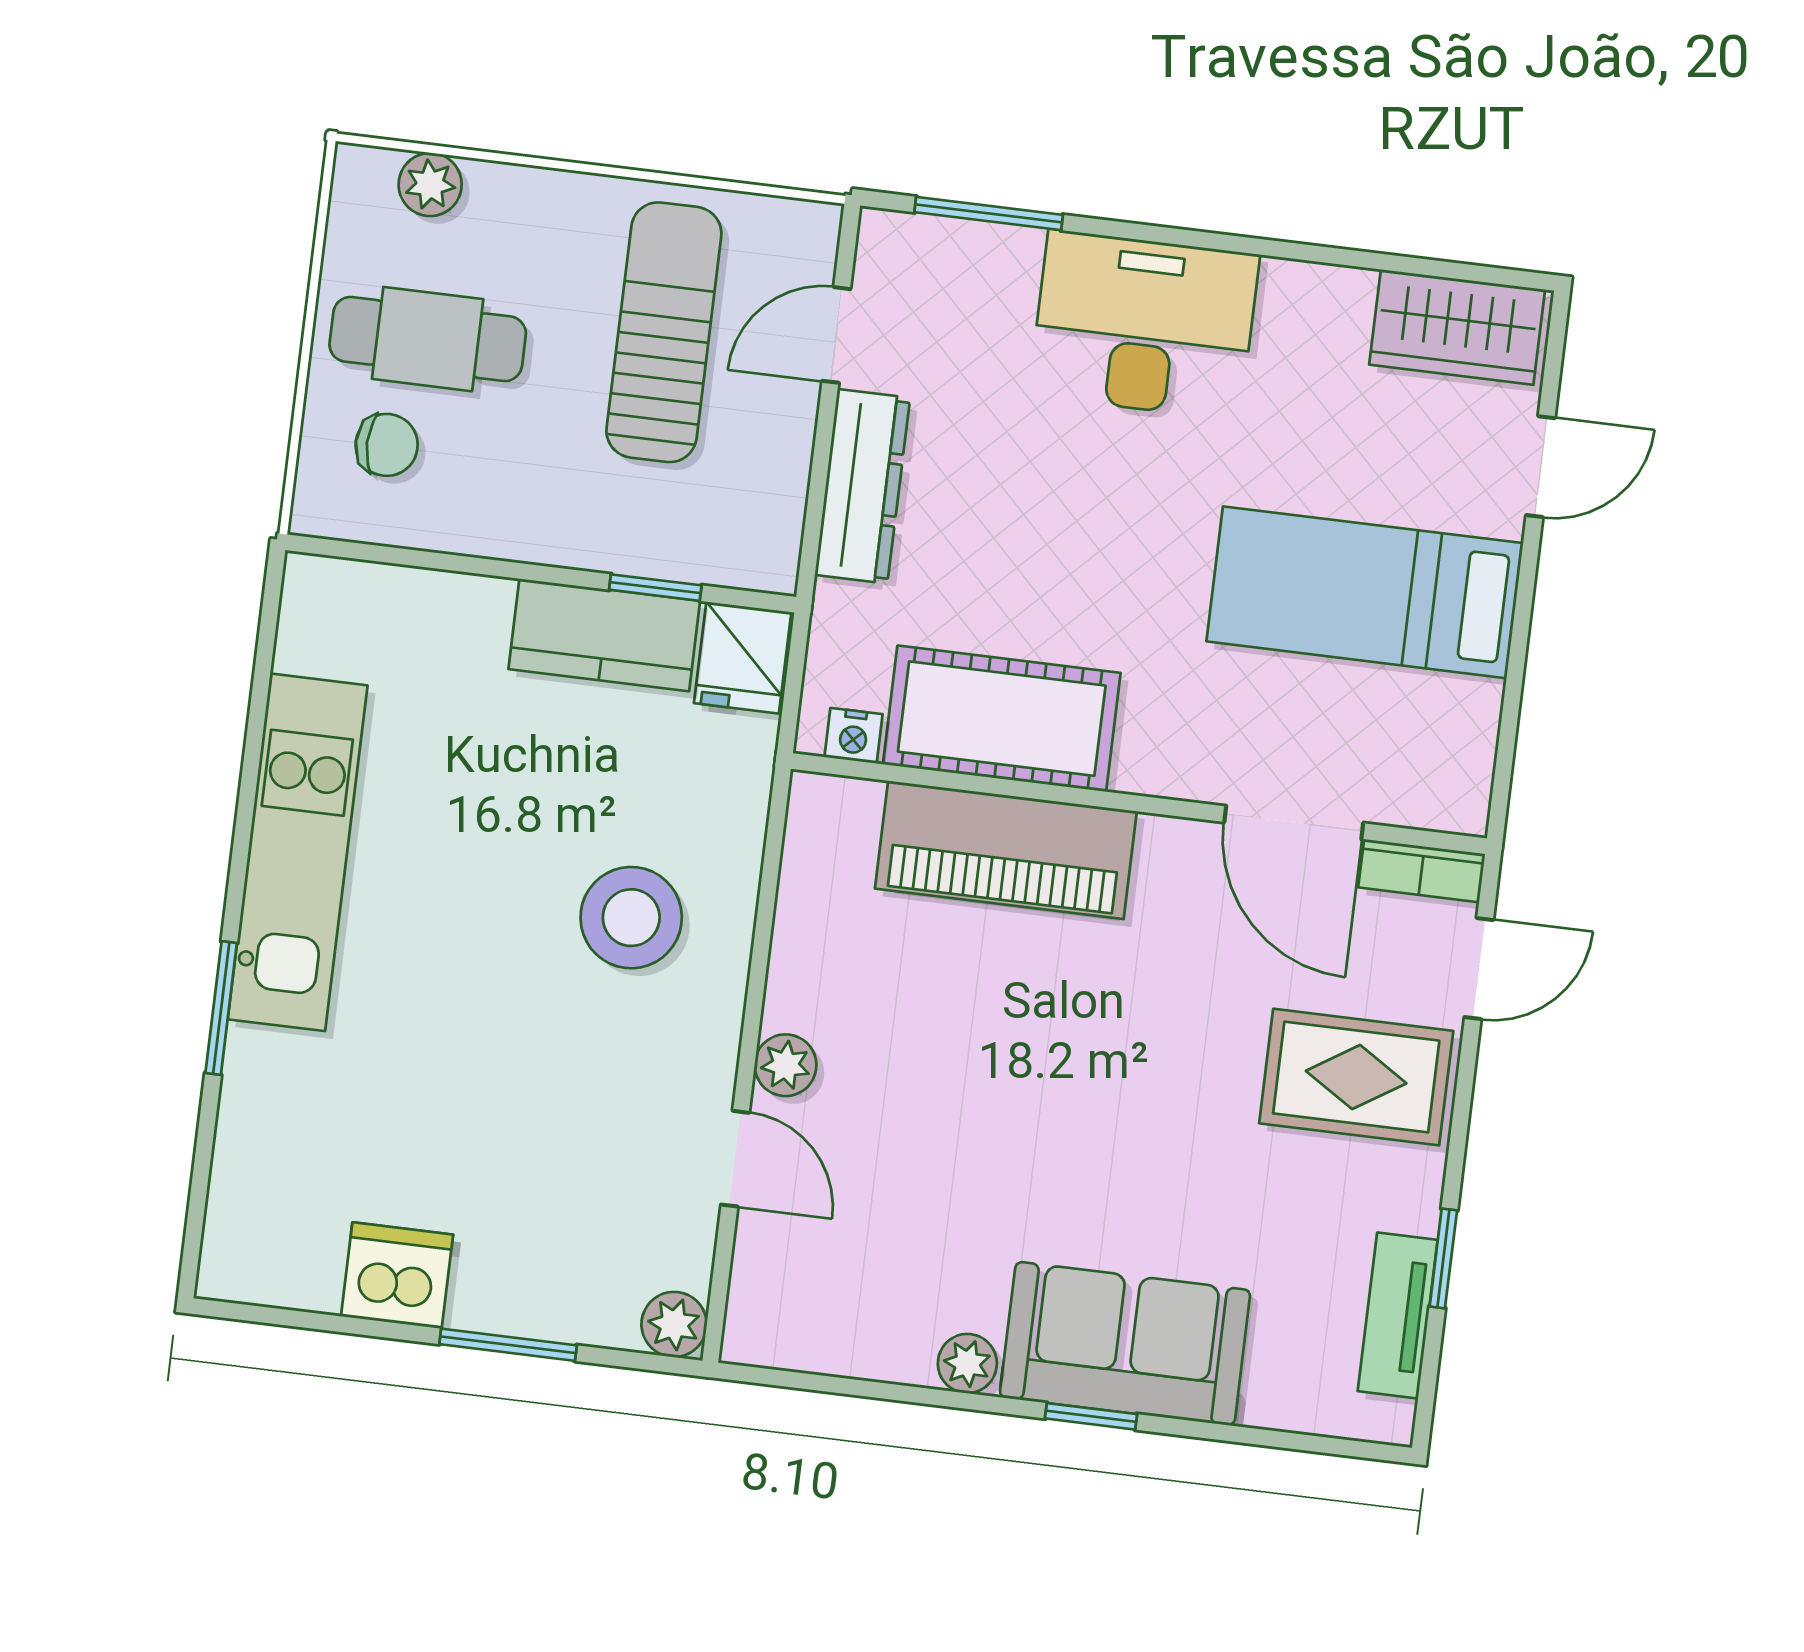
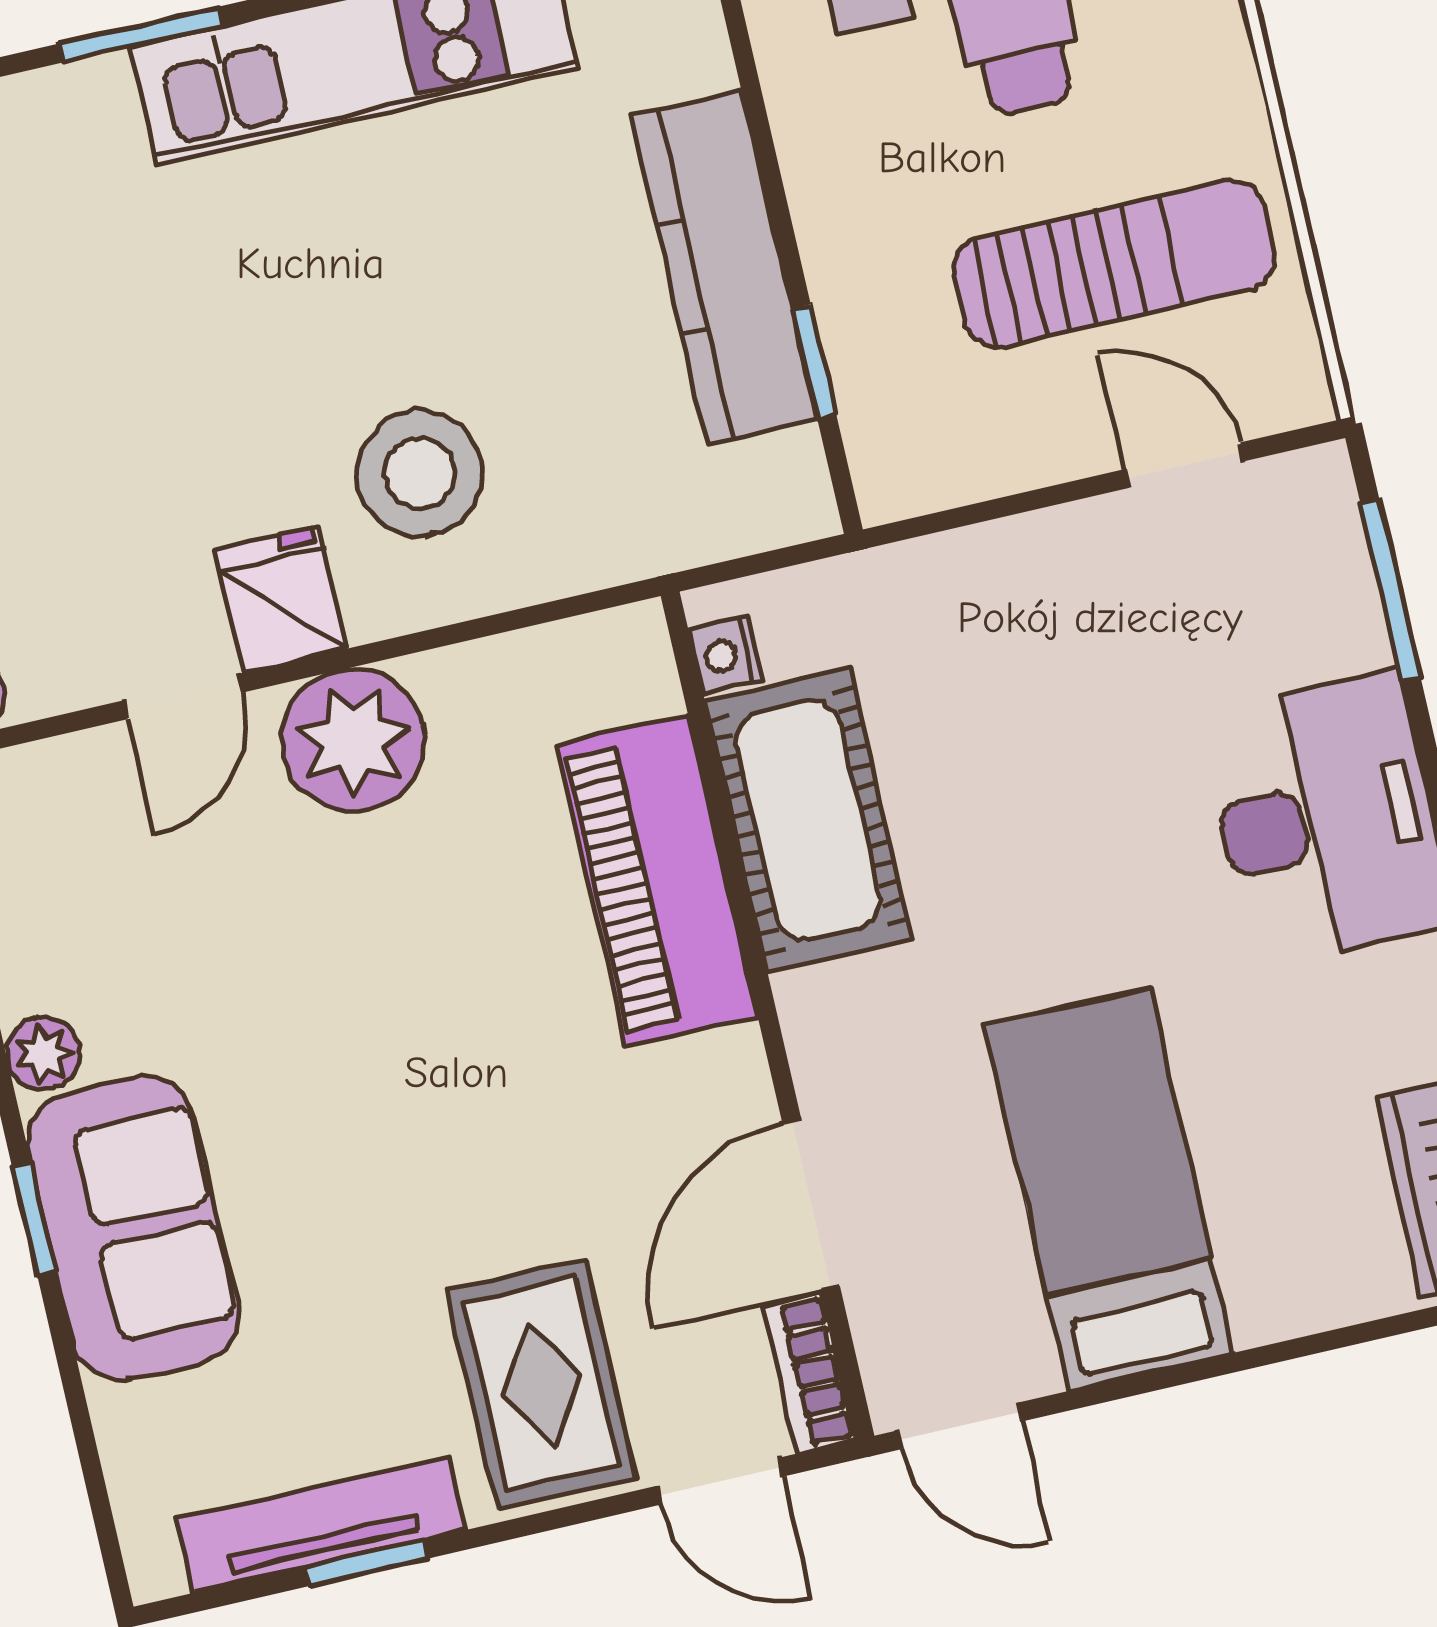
door: (1541, 467) -> (960, 1426), moved
dresser: (862, 486) -> (1020, 560), removed
kitchen counter: (604, 635) -> (725, 267), width x1.50
fridge: (743, 658) -> (281, 599), moved, turned 90
plant: (786, 1065) -> (353, 740), width x1.88, depth x1.88
tv unit: (1398, 1316) -> (321, 1525), width x1.41

